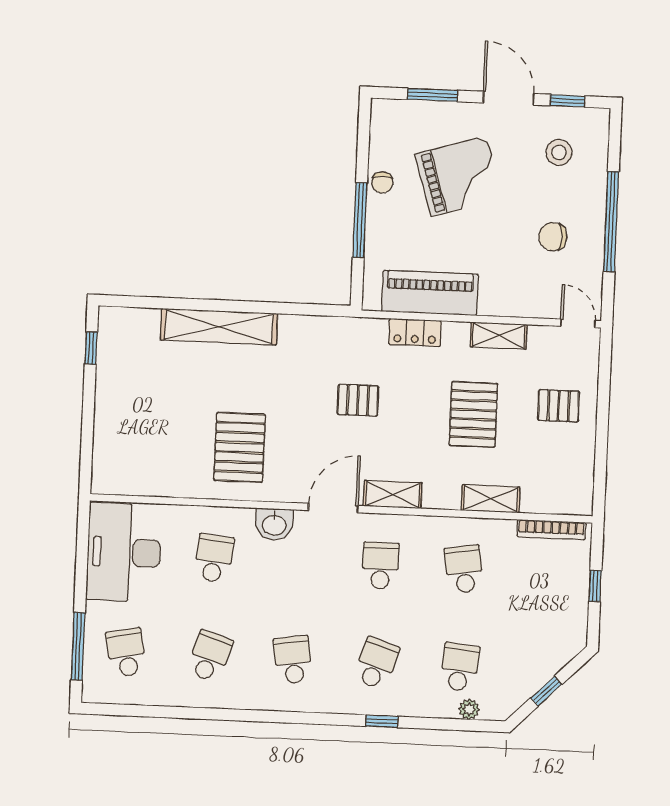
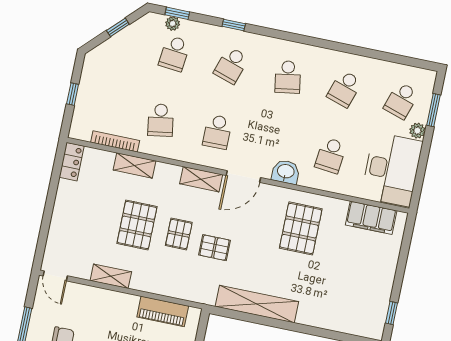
piano: (430, 293) -> (163, 311), width x0.73, depth x0.75
shelving: (219, 327) -> (257, 304), moved
locker: (415, 333) -> (72, 162), moved, turned 90
pallet: (559, 406) -> (179, 234), moved, turned 90
filing cabinet: (142, 479) -> (371, 218), added
bookcase: (551, 530) -> (115, 141), moved
plant: (96, 613) -> (417, 131), added
window: (78, 646) -> (434, 110), width x0.69
school desk: (126, 653) -> (401, 100), turned 30
window: (465, 725) -> (177, 13), added

